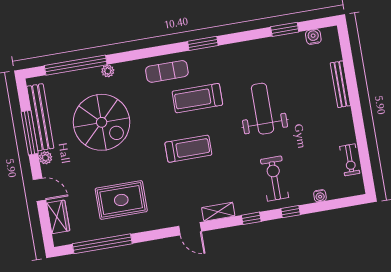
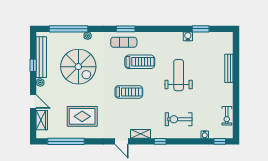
water cooler: (313, 37) -> (188, 36), moved
window: (203, 43) -> (126, 29), moved
treadmill: (197, 98) -> (140, 62), turned 180
window: (30, 133) -> (33, 65), width x0.46
exercise bike: (274, 179) -> (179, 119), turned -90
window: (291, 212) -> (220, 141), moved

